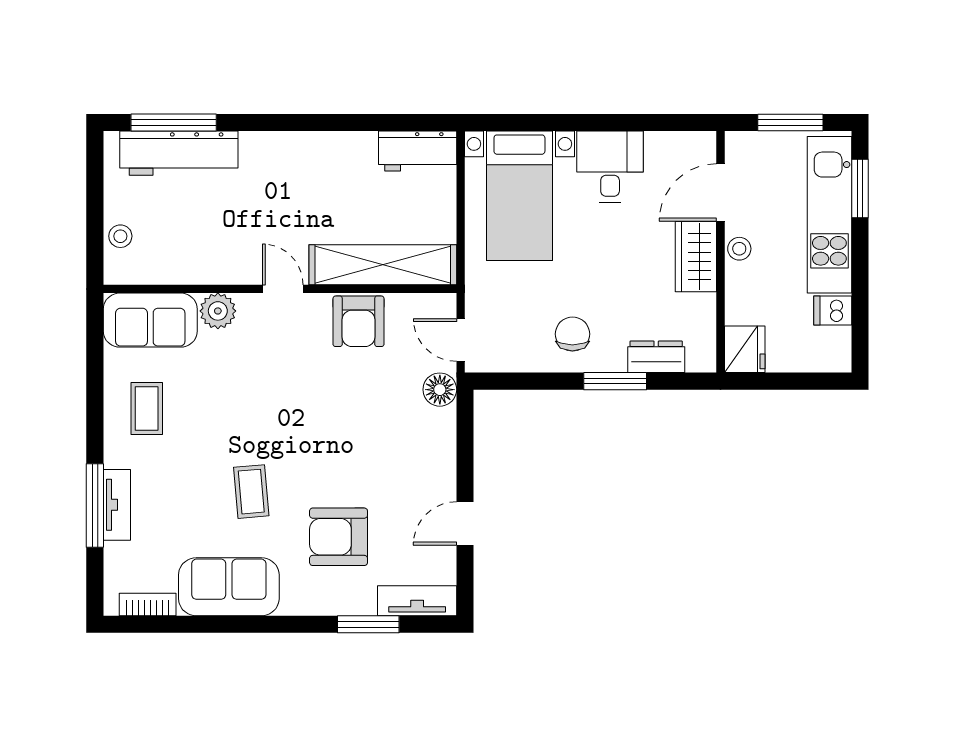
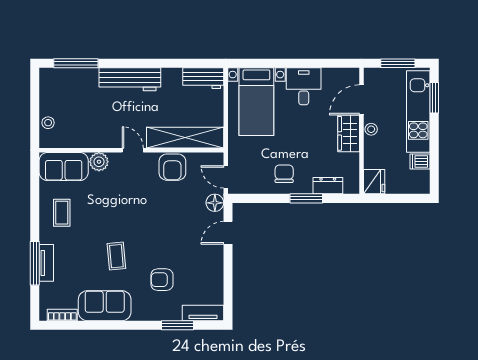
workbench: (179, 153) -> (130, 79), moved
door: (465, 524) -> (228, 233), moved
armchair: (339, 537) -> (162, 280), width x0.72, depth x0.72

